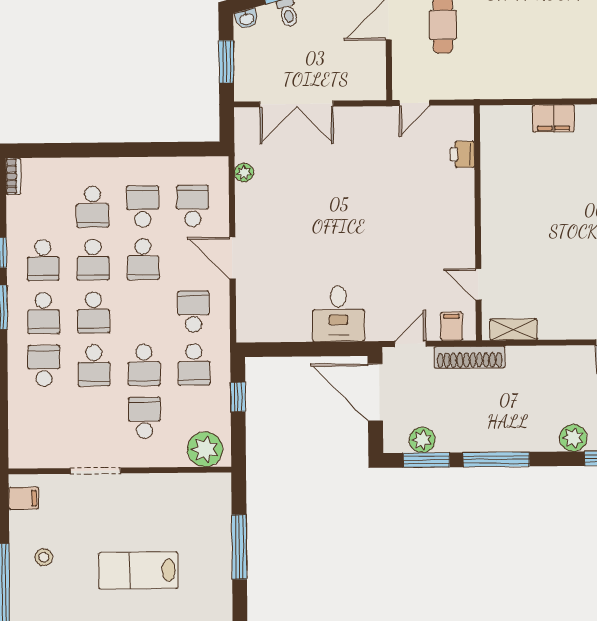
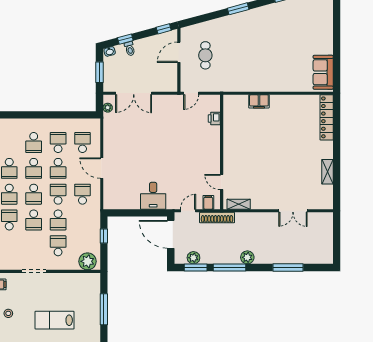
plant: (244, 173) -> (108, 108), moved
school desk: (194, 365) -> (58, 194), moved, turned 180
plant: (573, 438) -> (247, 257), moved

